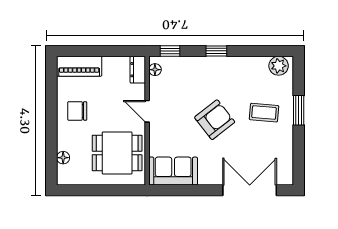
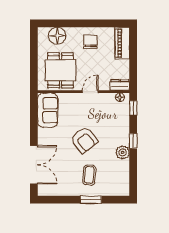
plant: (279, 66) -> (123, 152), moved
floor lamp: (63, 158) -> (57, 36), width x1.89, depth x1.89

